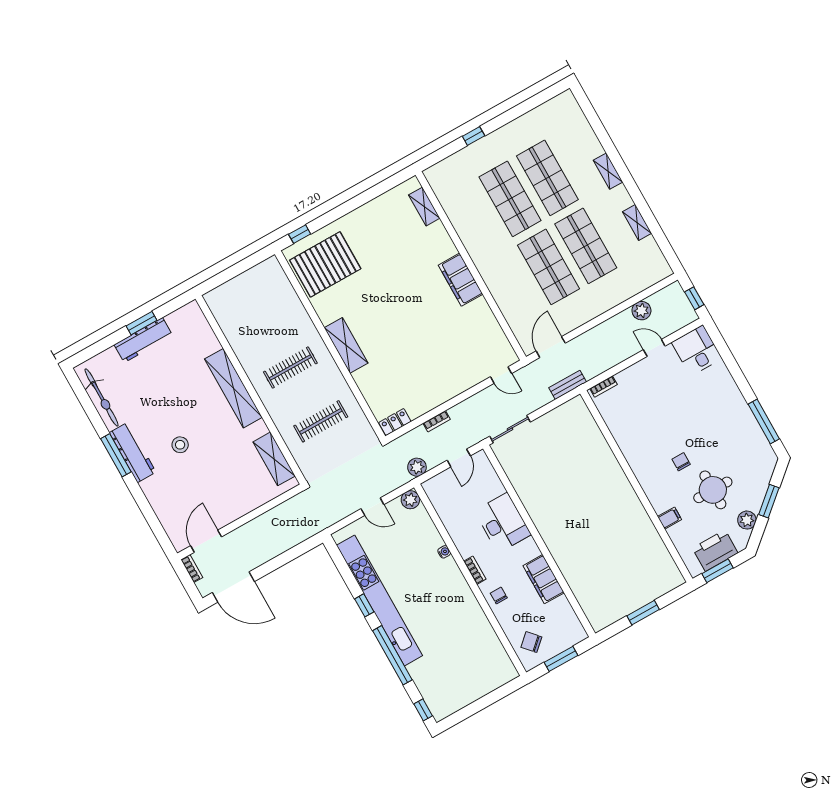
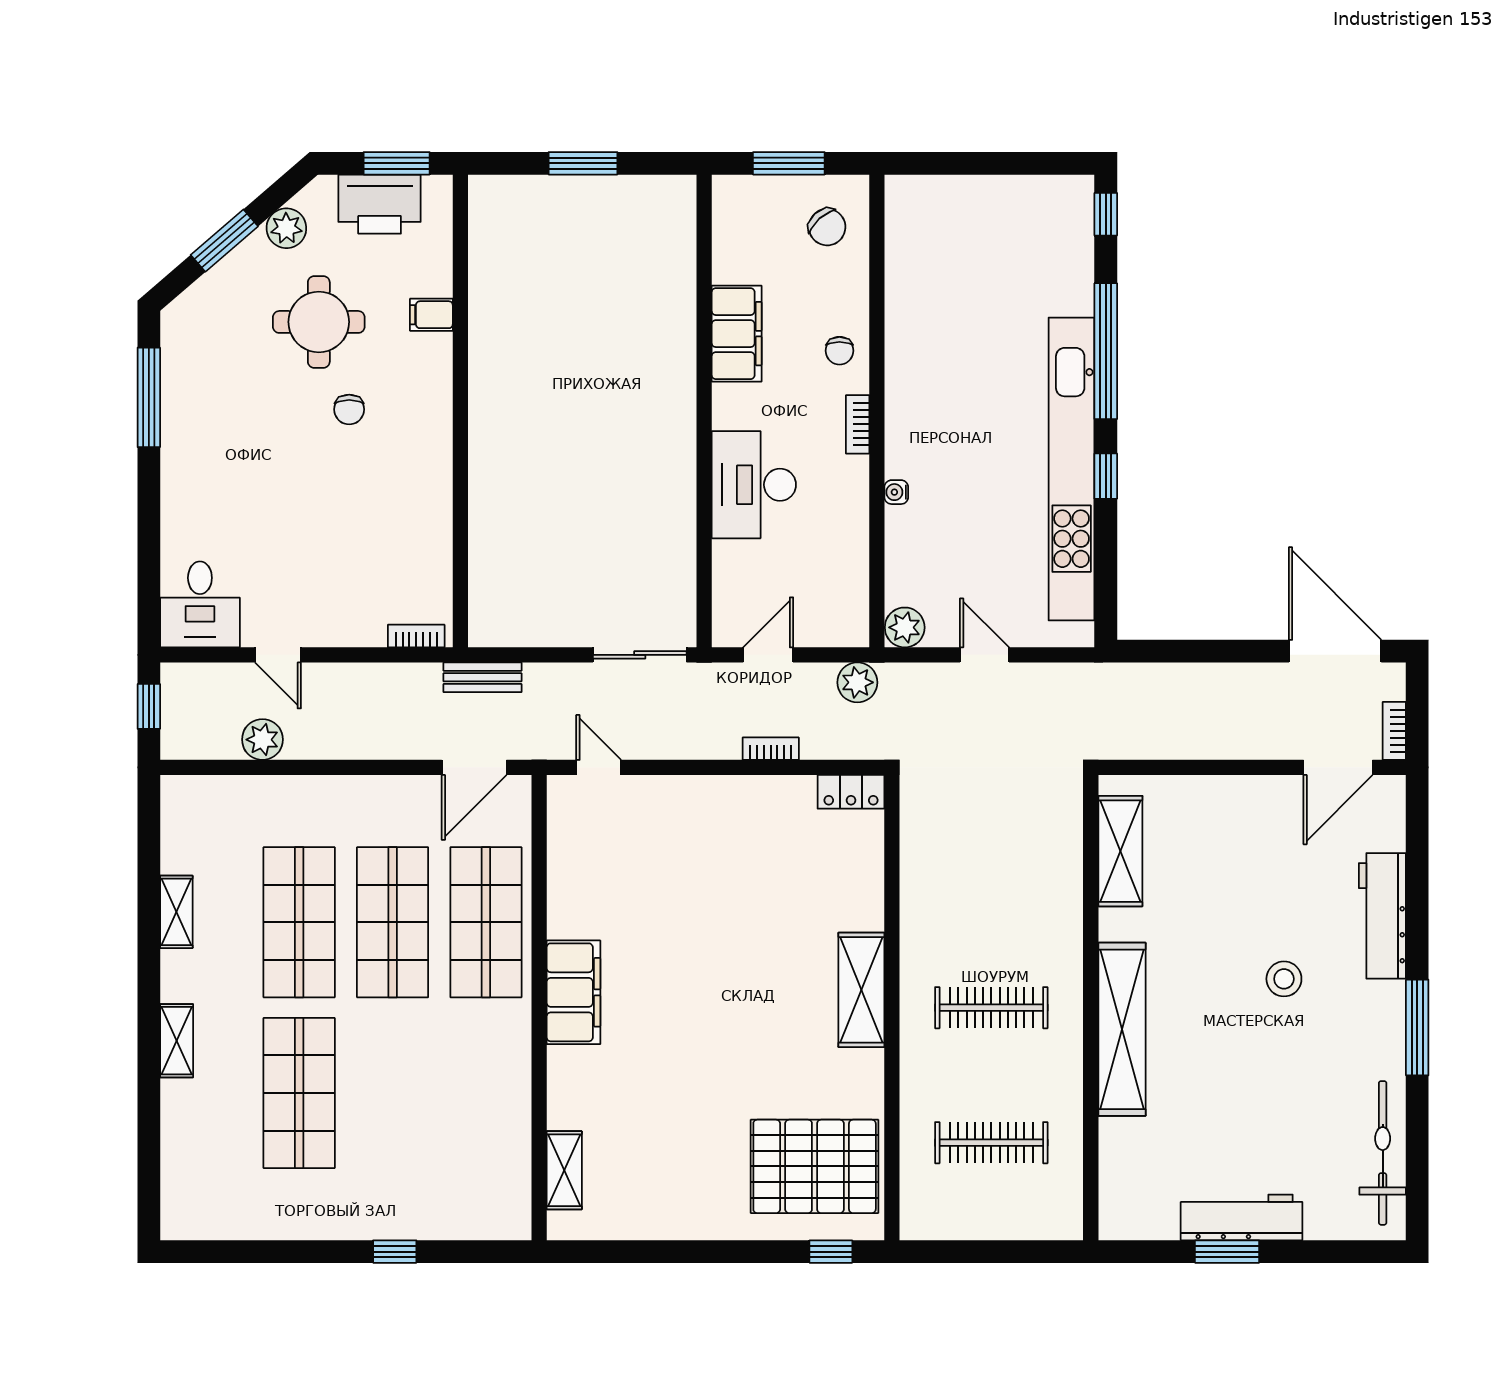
shop shelf: (510, 199) -> (486, 922), moved
clothes rail: (321, 421) -> (991, 1143), moved
workbench: (133, 452) -> (1382, 916), moved

